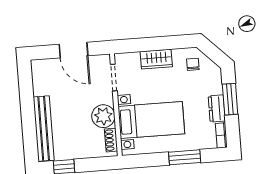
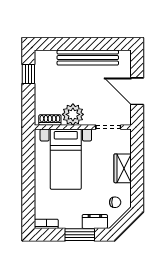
door: (73, 50) -> (137, 91), hinge flipped
dresser: (217, 109) -> (95, 222), moved
bench: (44, 129) -> (88, 58), moved
window: (185, 157) -> (28, 188), removed

